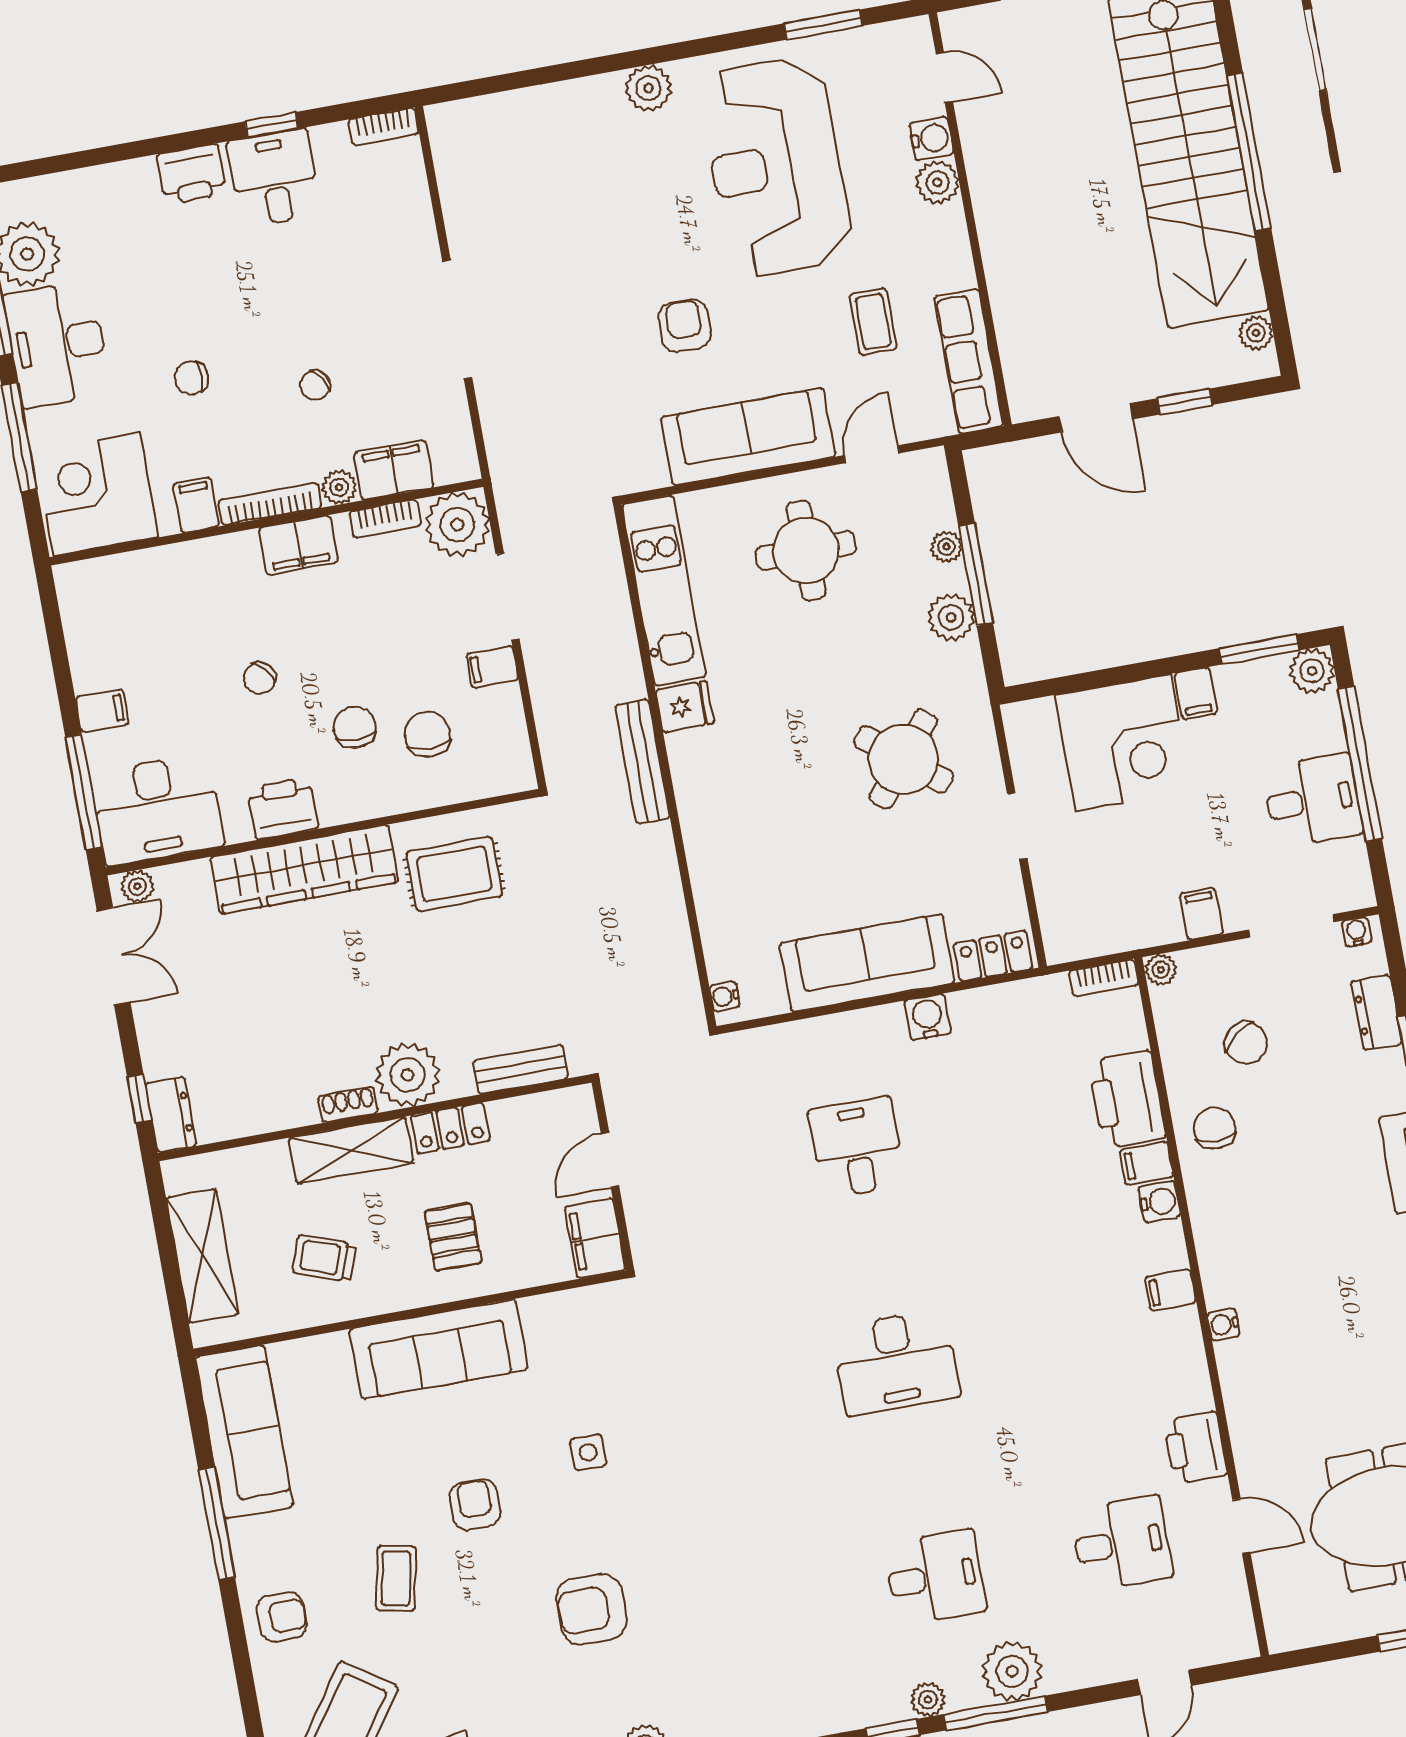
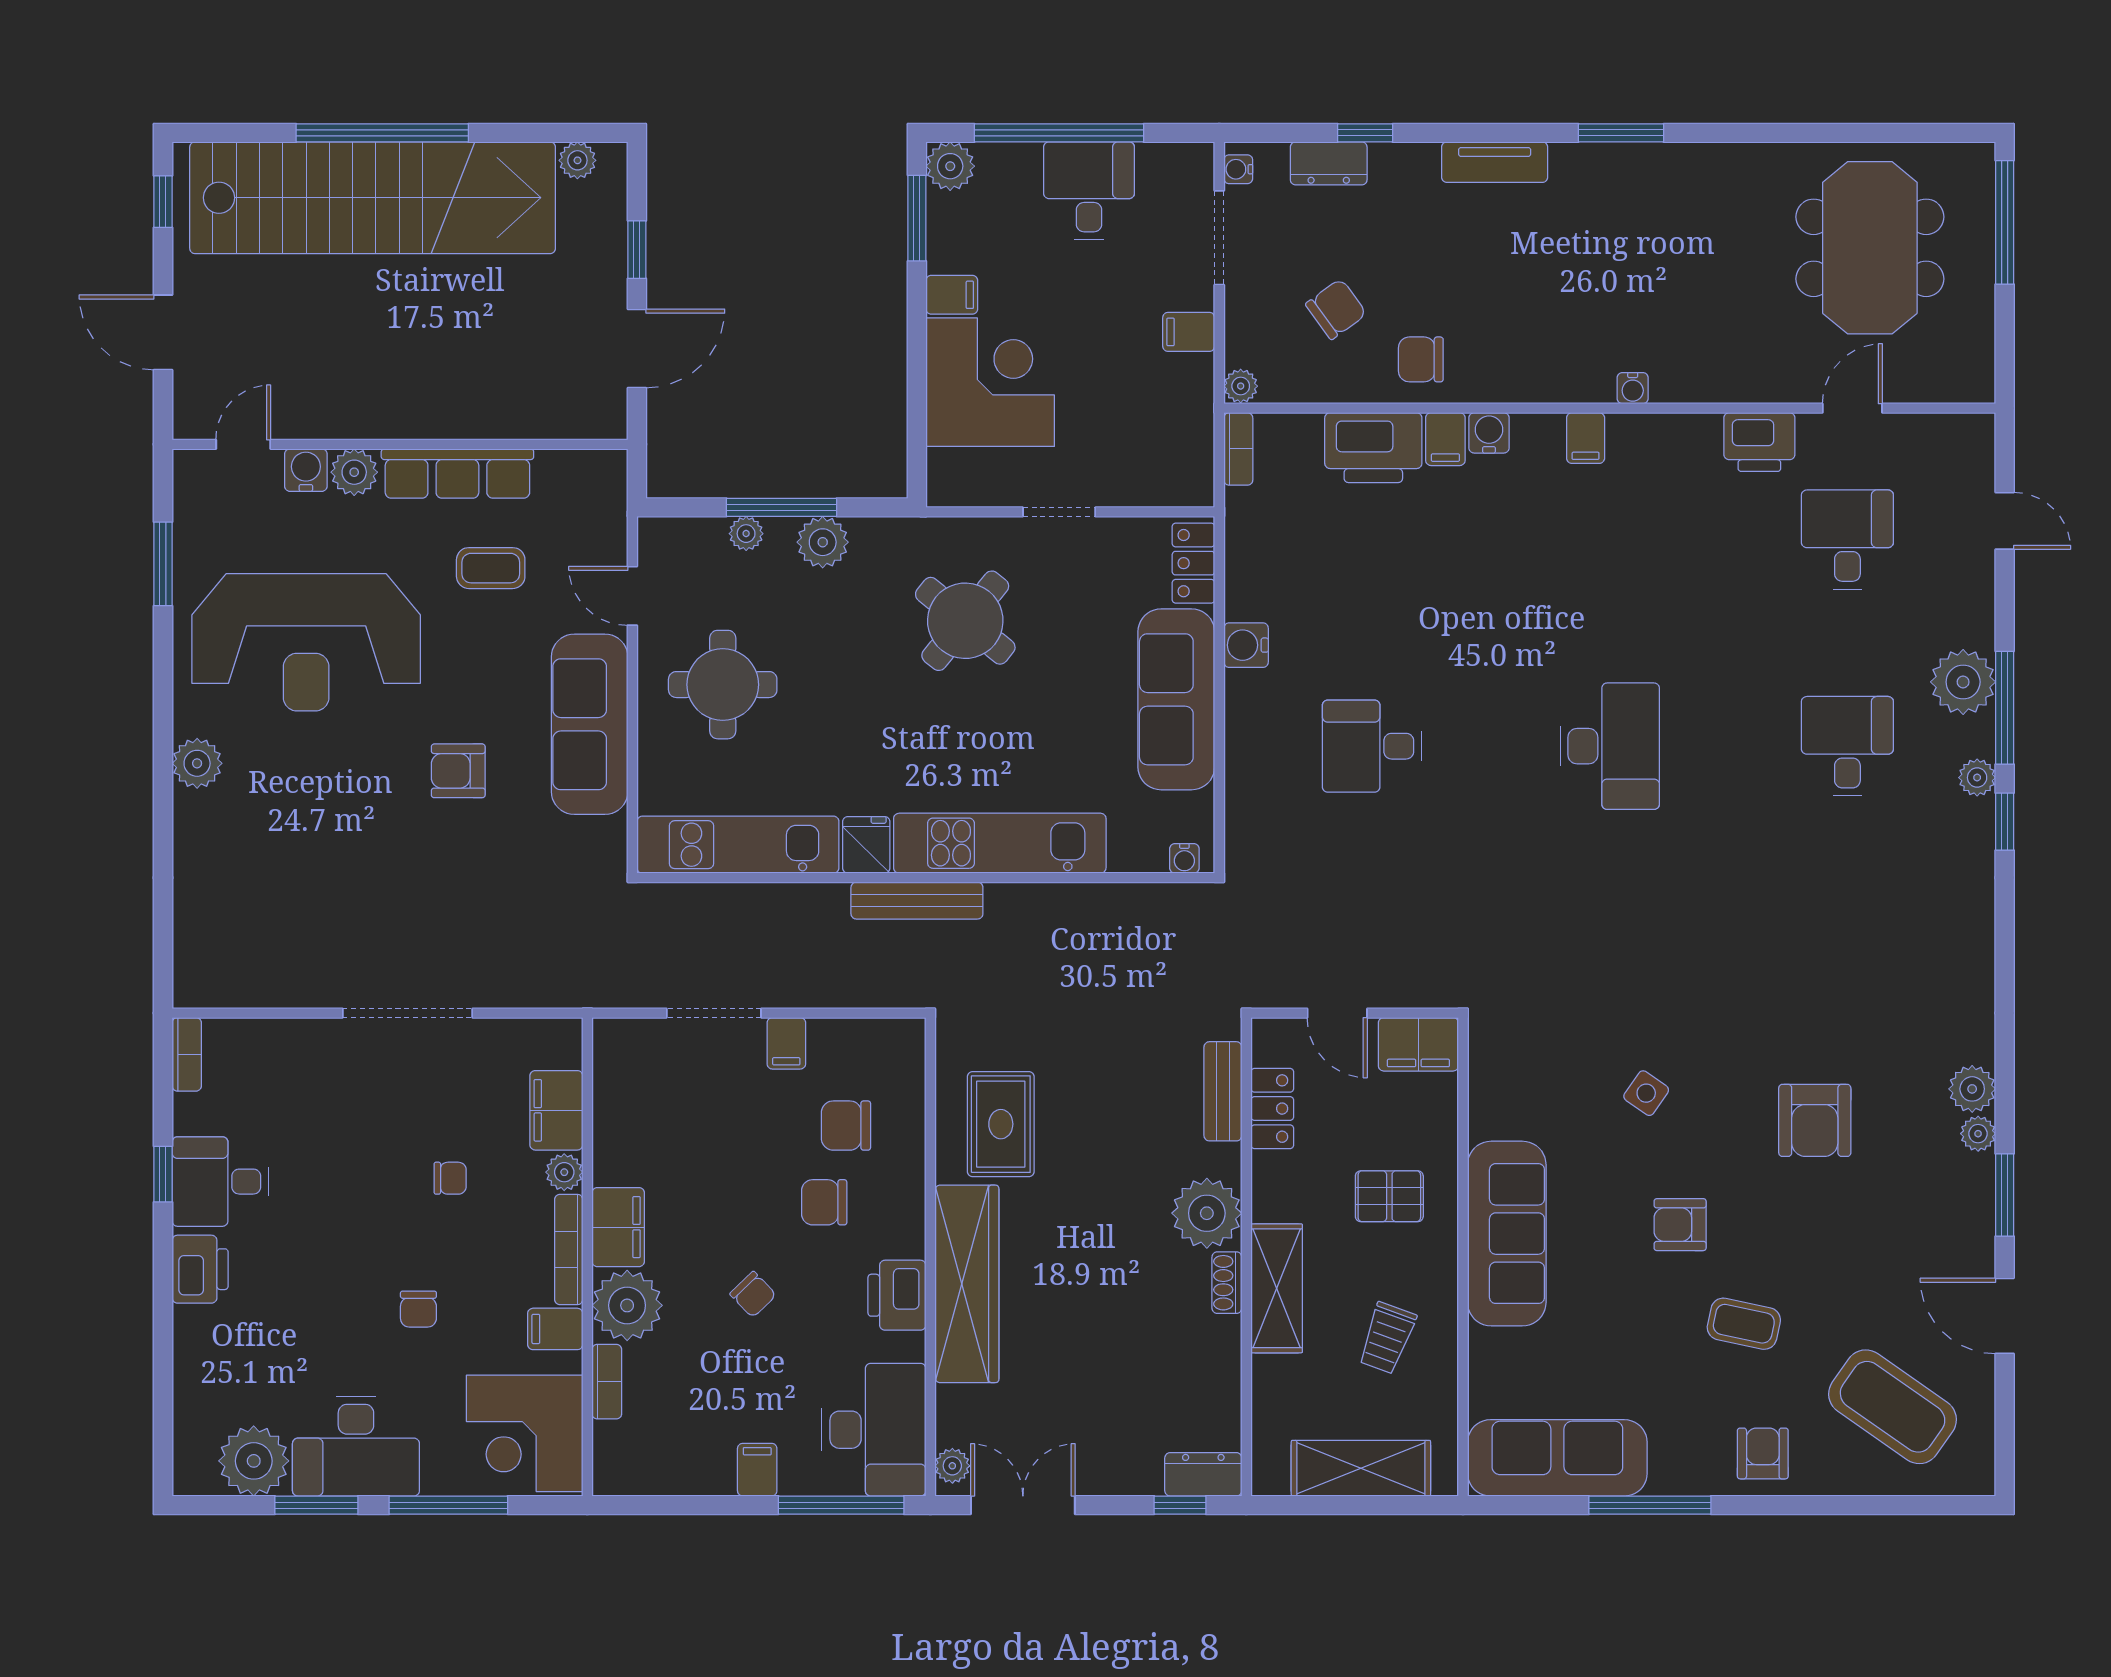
row of seats: (969, 361) -> (457, 473), moved
chair: (315, 385) -> (450, 1178), turned -59
bookcase: (385, 519) -> (607, 1382), moved
plant: (457, 525) -> (627, 1305), moved
kitchen unit: (708, 827) -> (1000, 843), added
locker: (450, 1128) -> (1272, 1109), moved
side table: (588, 1452) -> (1646, 1093), turned 35

